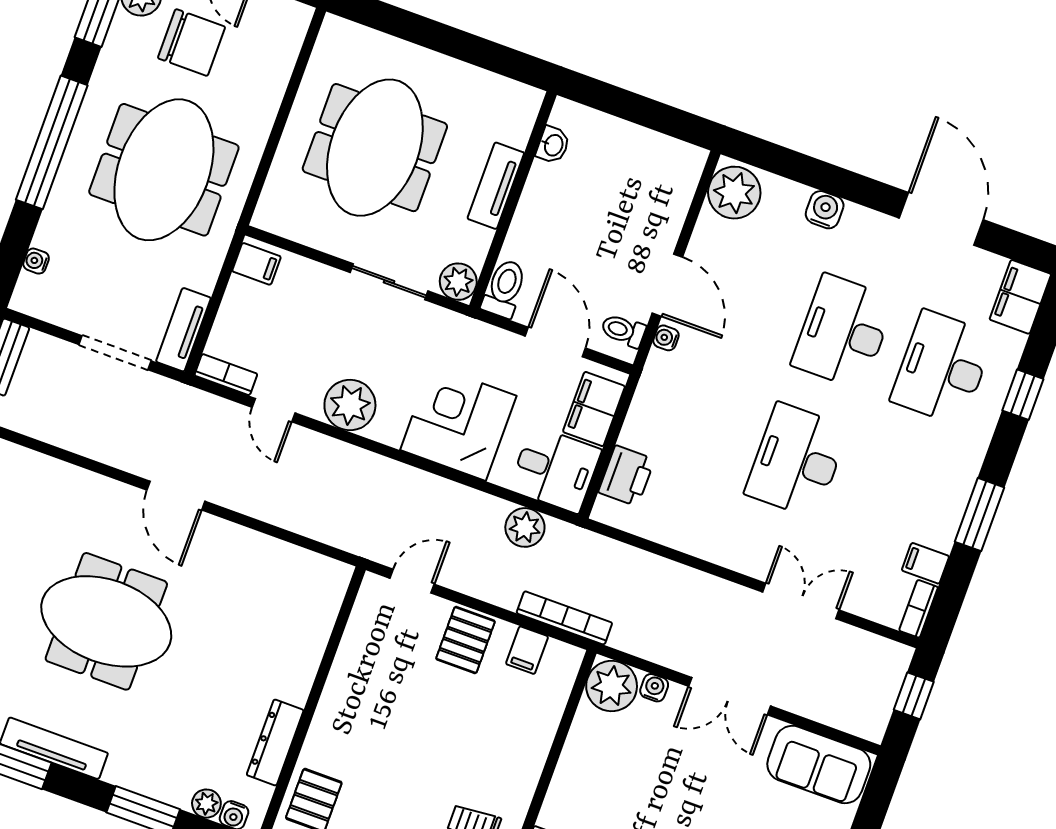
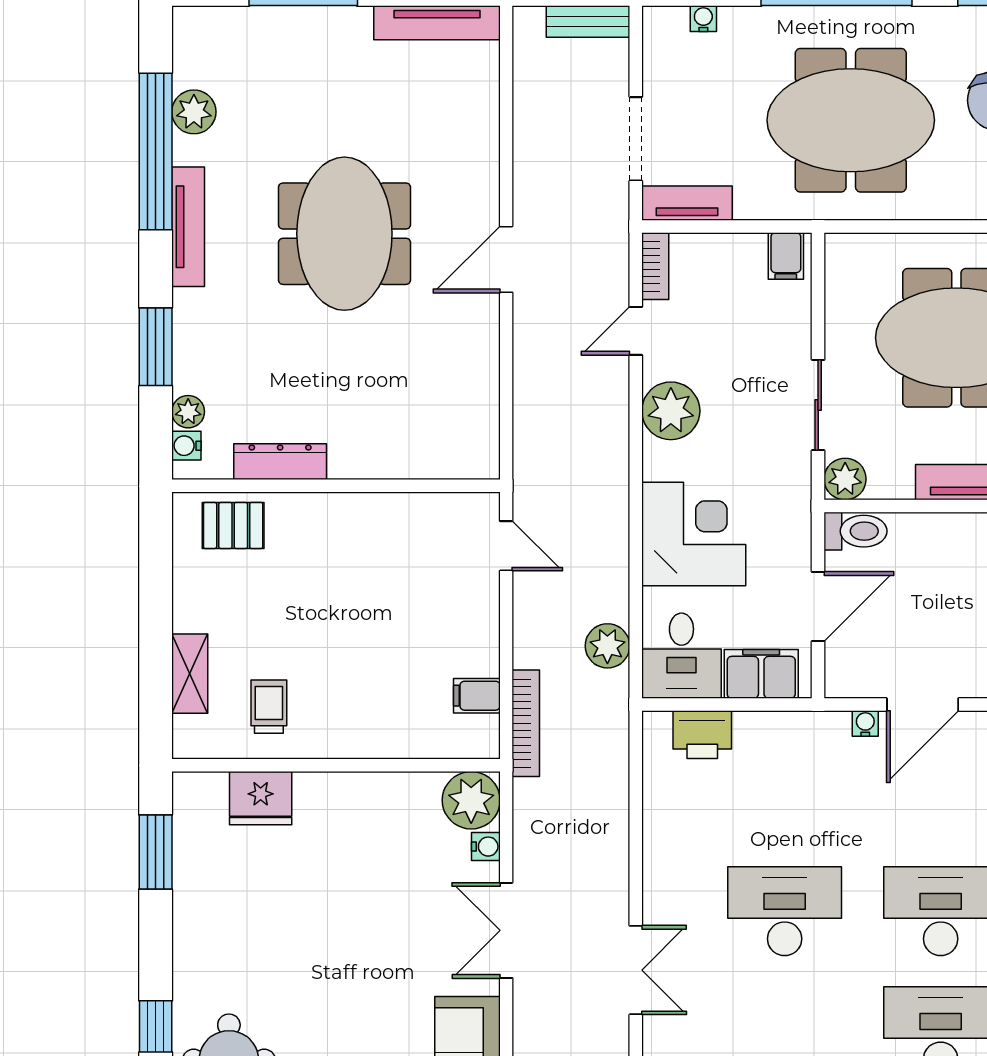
toilet: (623, 331) -> (857, 675), removed
pallet: (465, 640) -> (464, 626), removed

